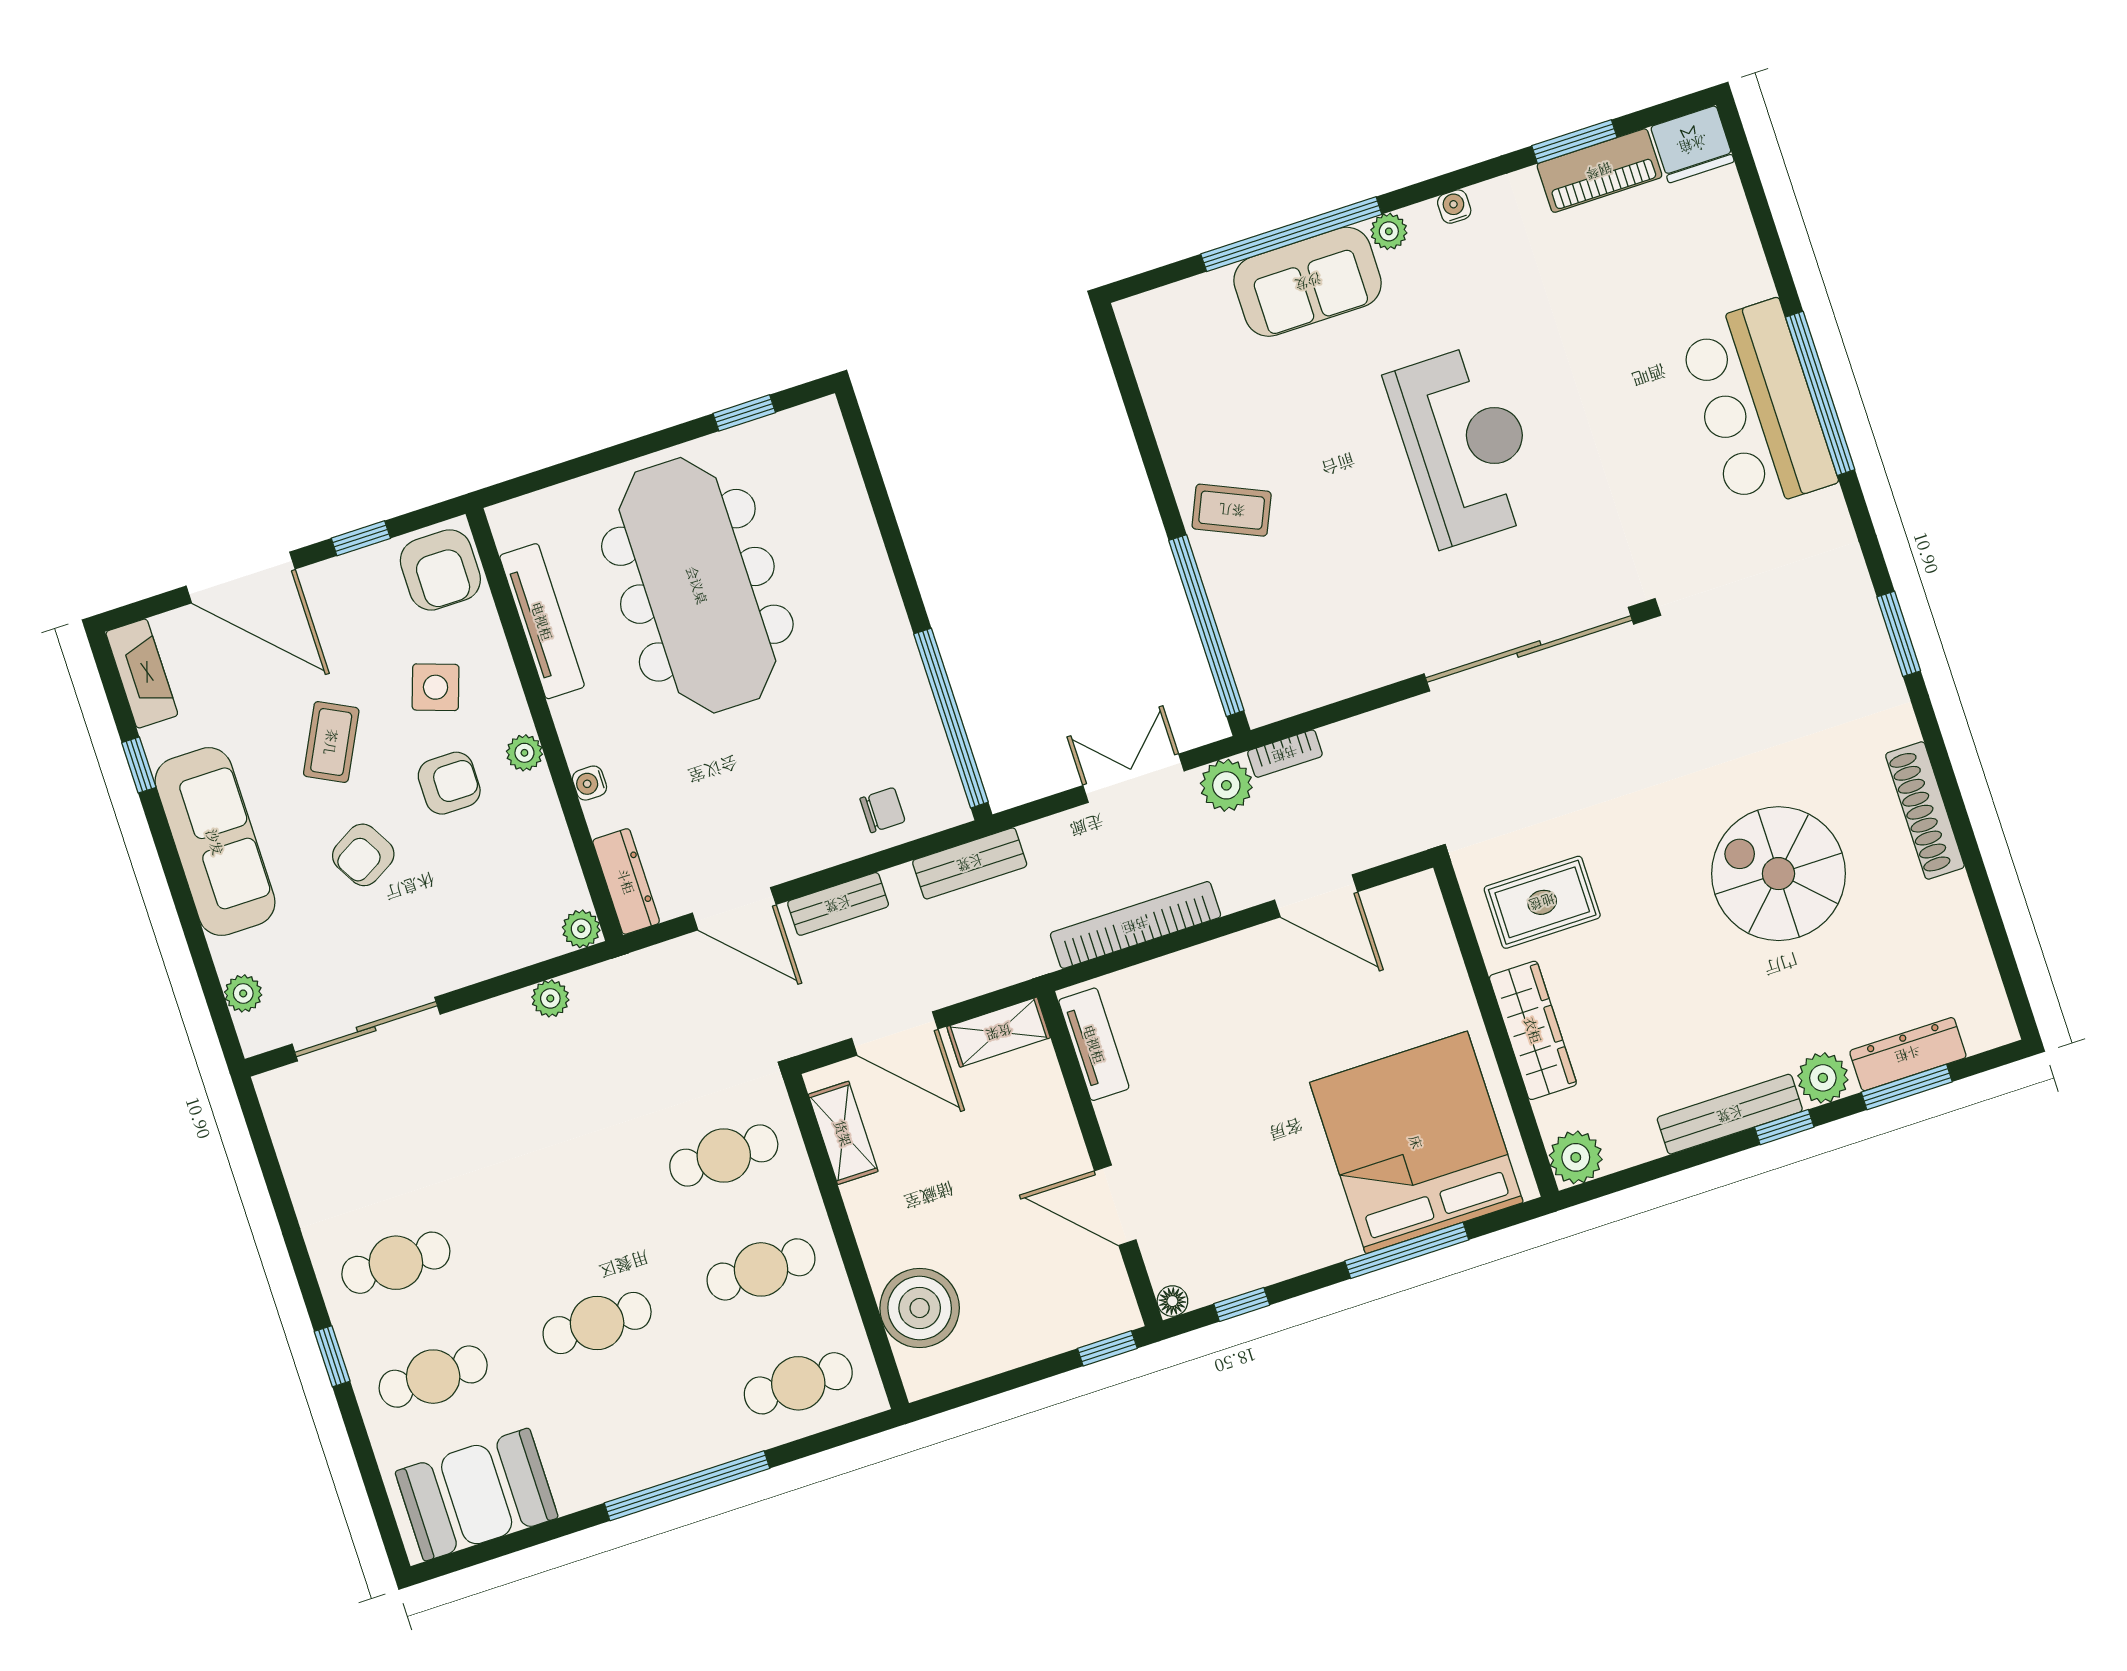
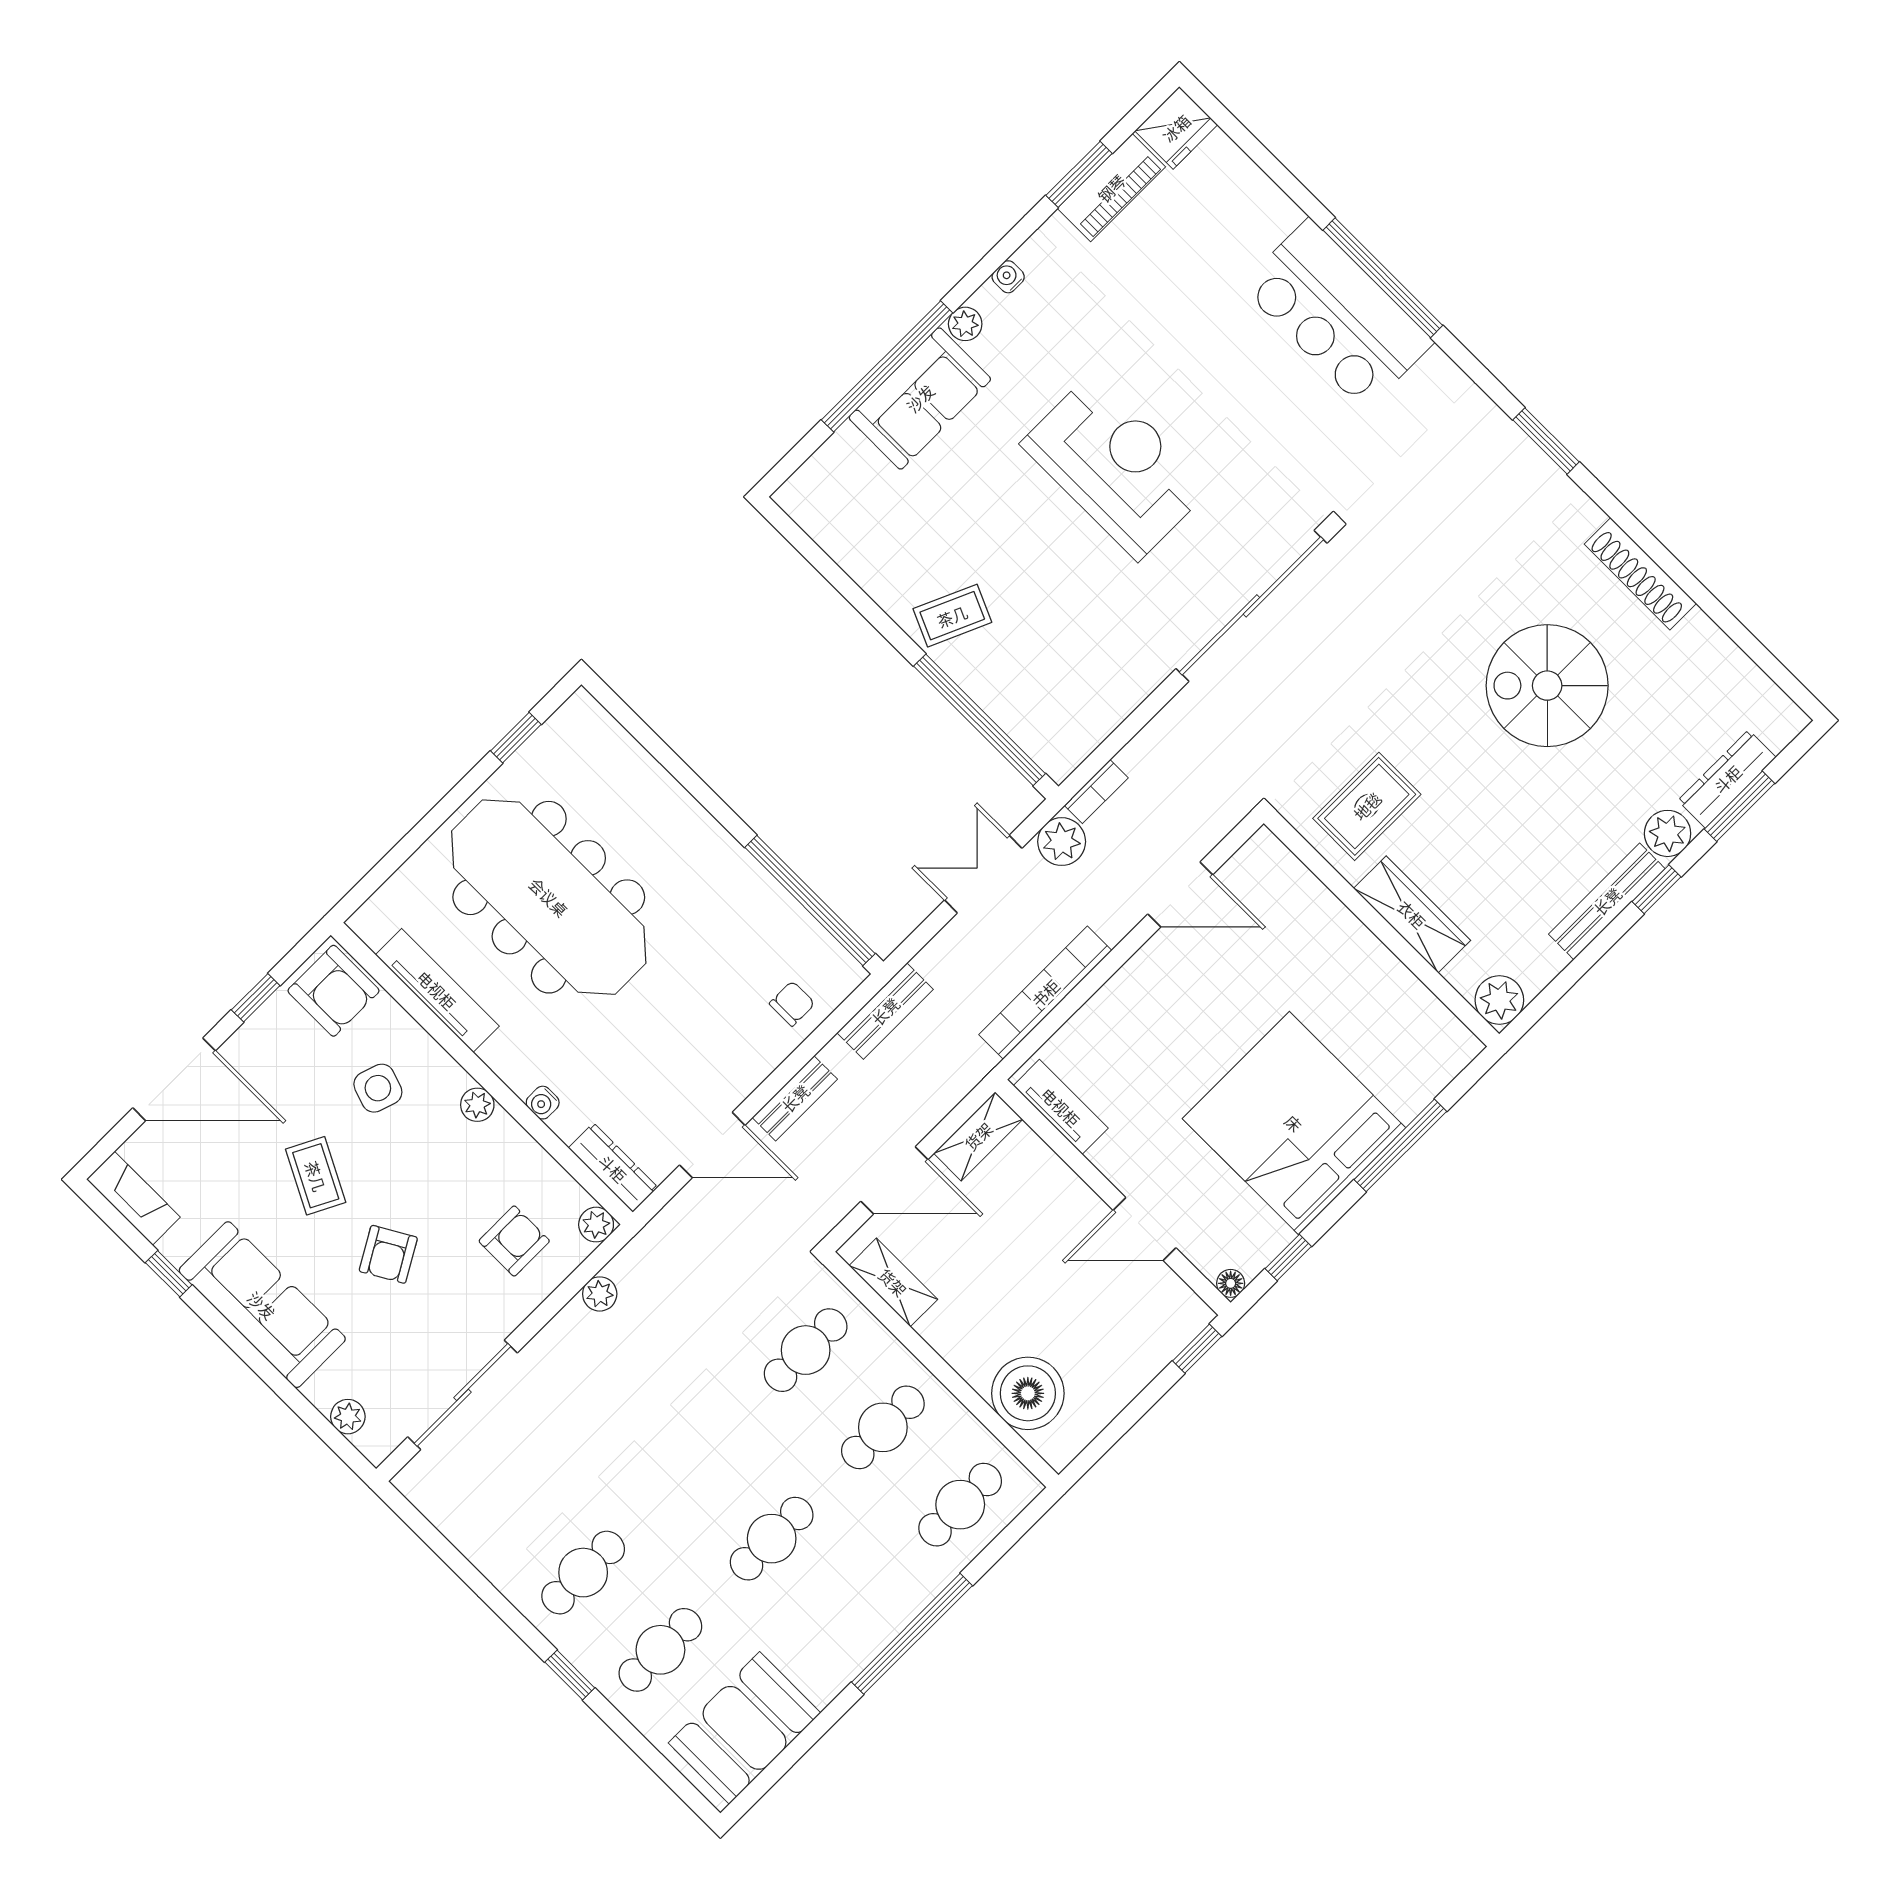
armchair: (449, 783) -> (514, 1241), moved
bed: (1416, 1142) -> (1294, 1123), moved

